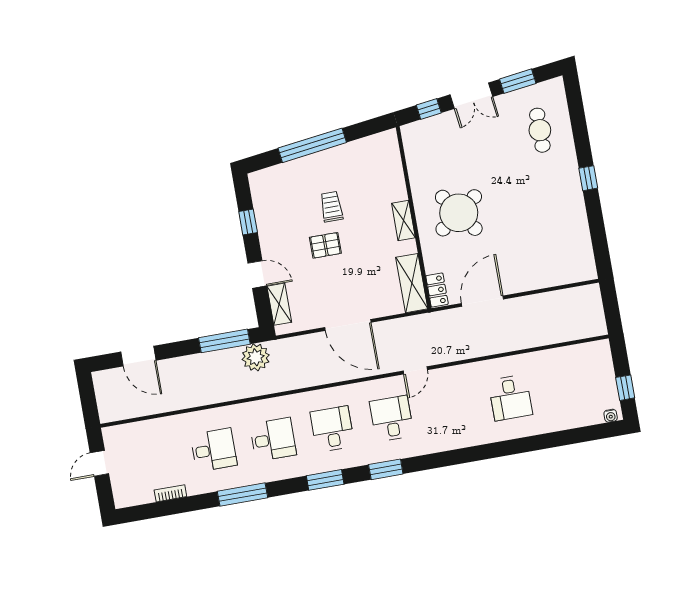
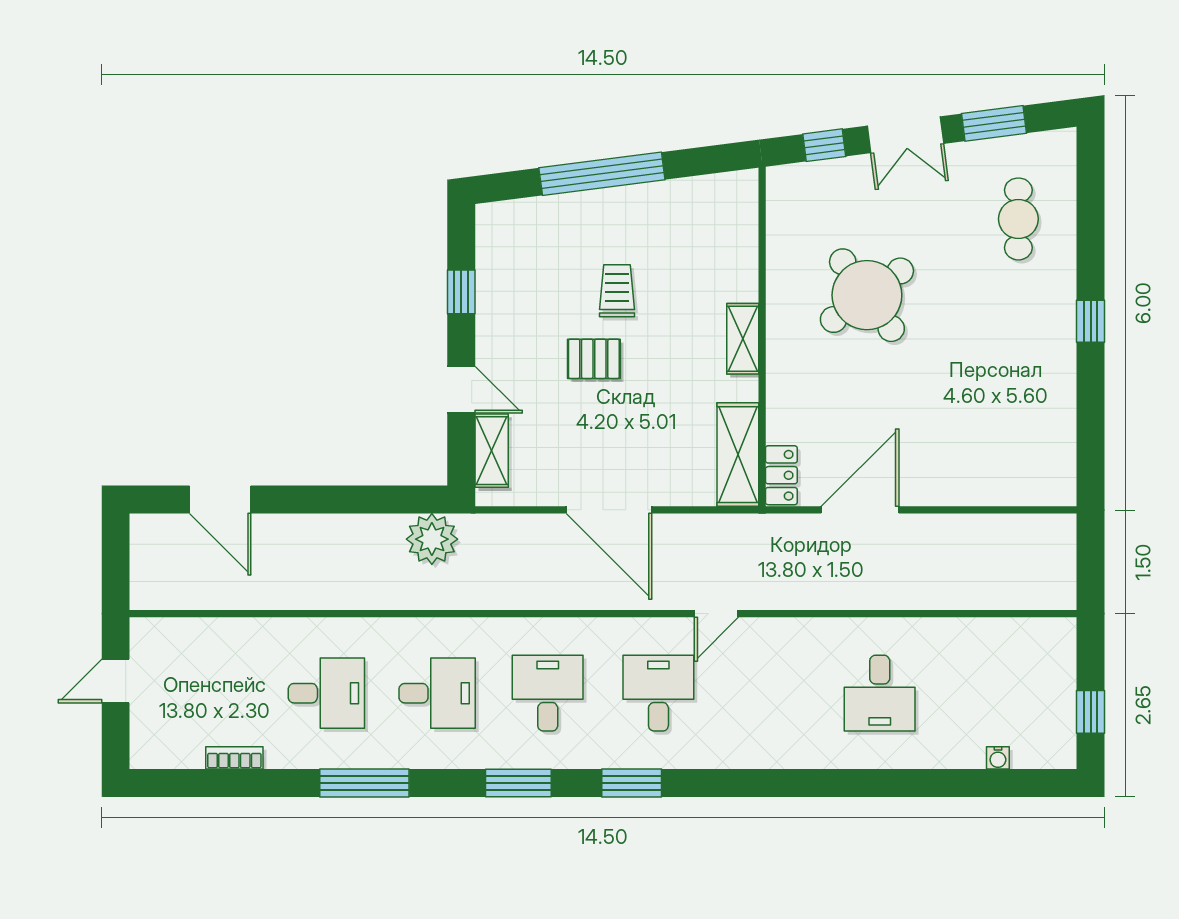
round table: (459, 213) -> (867, 295), moved
window: (224, 341) -> (381, 500), removed
water cooler: (611, 416) -> (998, 758), moved

